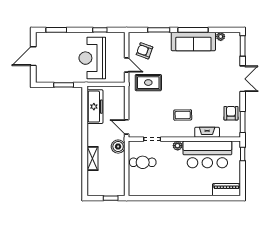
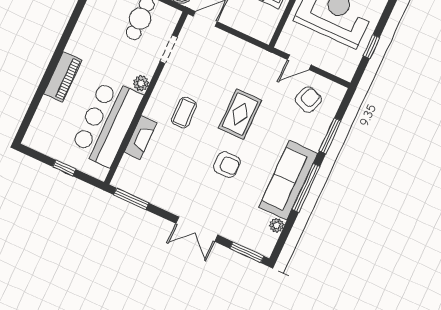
rug: (148, 83) -> (240, 114), moved
armchair: (231, 113) -> (227, 165), moved
window: (243, 154) -> (64, 168), moved
piano: (227, 190) -> (63, 77), moved

